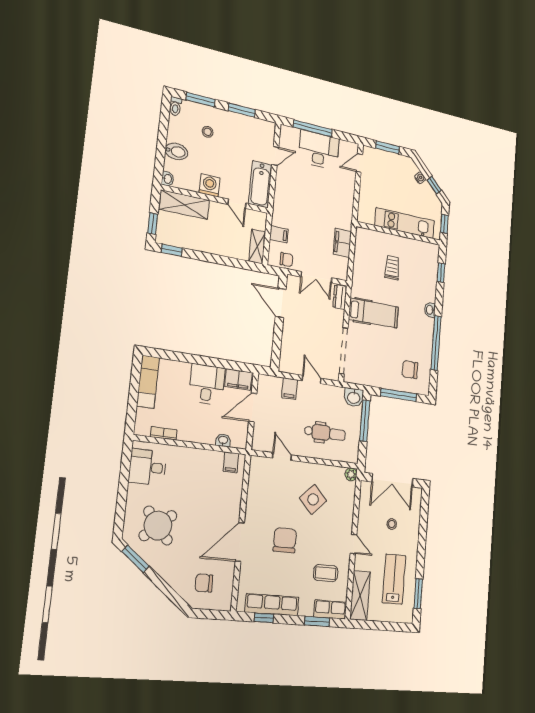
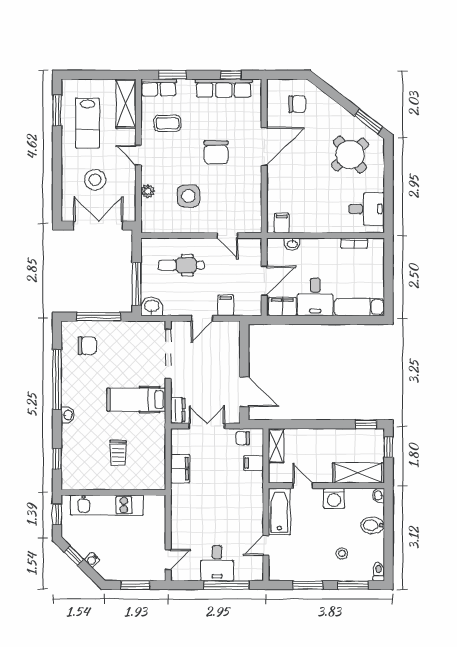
desk: (319, 150) -> (217, 563), width x0.73
door: (312, 379) -> (202, 318), hinge flipped
exam couch: (148, 382) -> (359, 307), moved, turned 90
plant: (351, 474) -> (148, 191), moved
side table: (313, 499) -> (189, 196), turned 45
stool: (392, 524) -> (95, 180), width x1.89, depth x1.89

